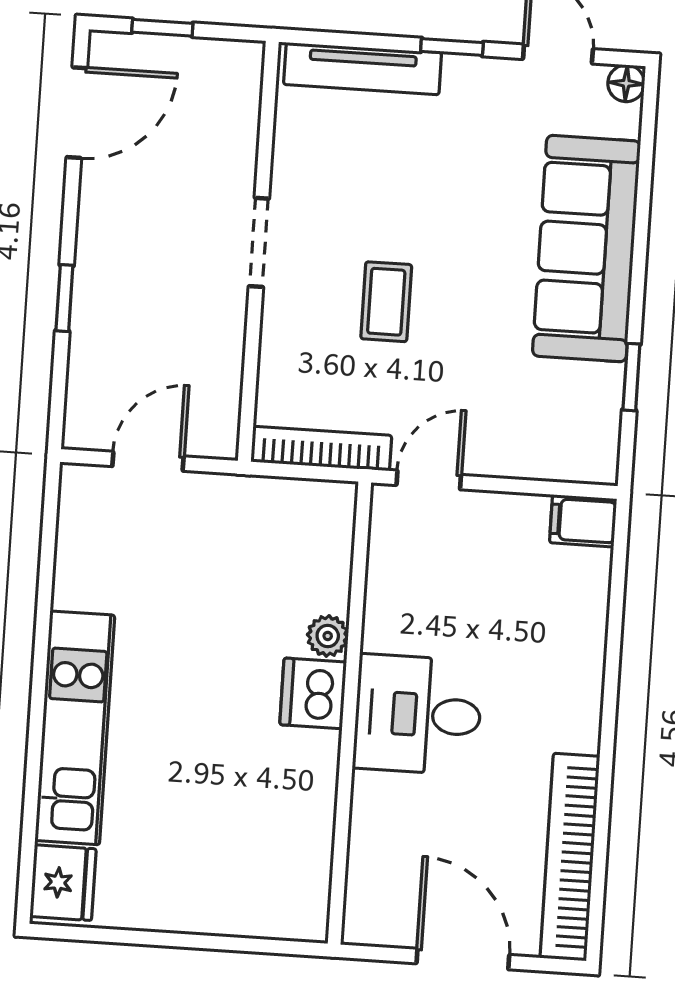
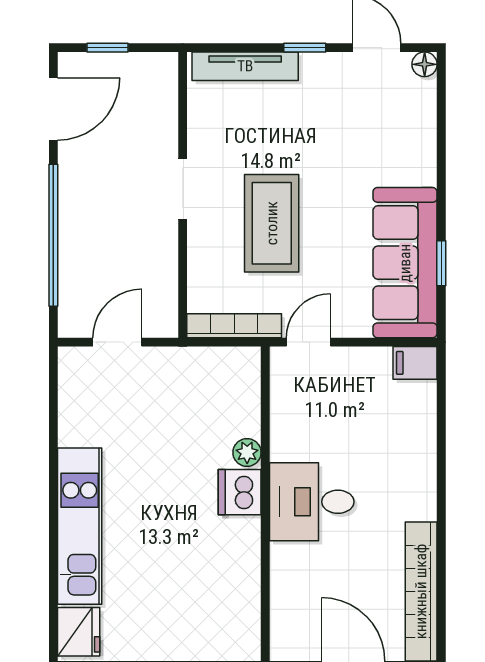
sofa: (586, 249) -> (405, 263), moved
window: (64, 298) -> (53, 235), width x3.17
coffee table: (386, 302) -> (272, 223), width x1.86, depth x1.72

